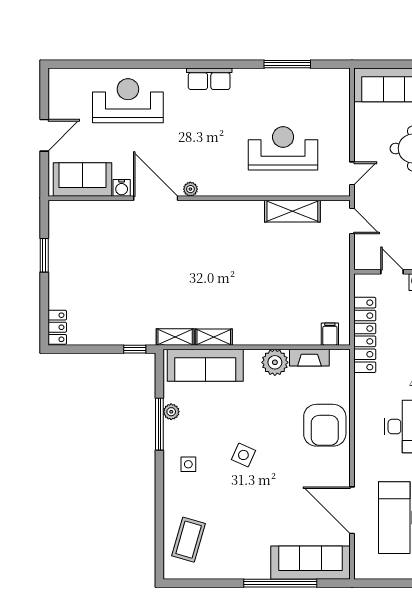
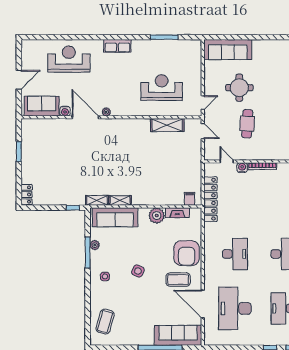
coffee table: (311, 469) -> (178, 280), added

